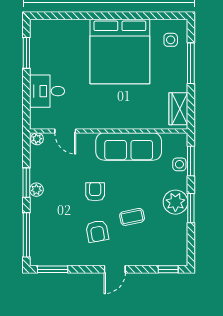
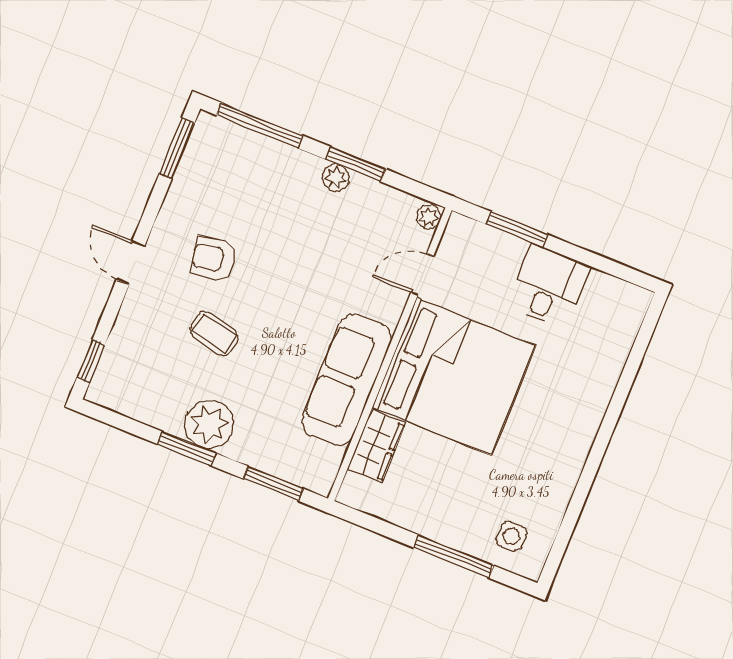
bed: (120, 51) -> (454, 376), moved, turned 180
window: (26, 53) -> (517, 229), moved
desk: (47, 91) -> (548, 286), moved
wardrobe: (178, 109) -> (376, 446), moved, turned 90
side table: (179, 164) -> (276, 460), removed
armchair: (95, 192) -> (288, 284), removed
coffee table: (132, 217) -> (214, 334), turned -65

